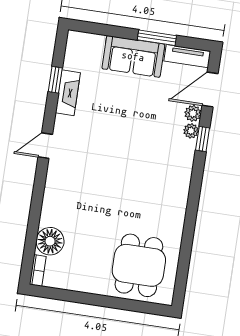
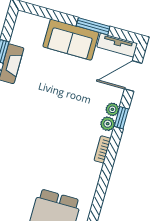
plant: (193, 113) -> (108, 124), moved
bookcase: (185, 178) -> (102, 149), added

